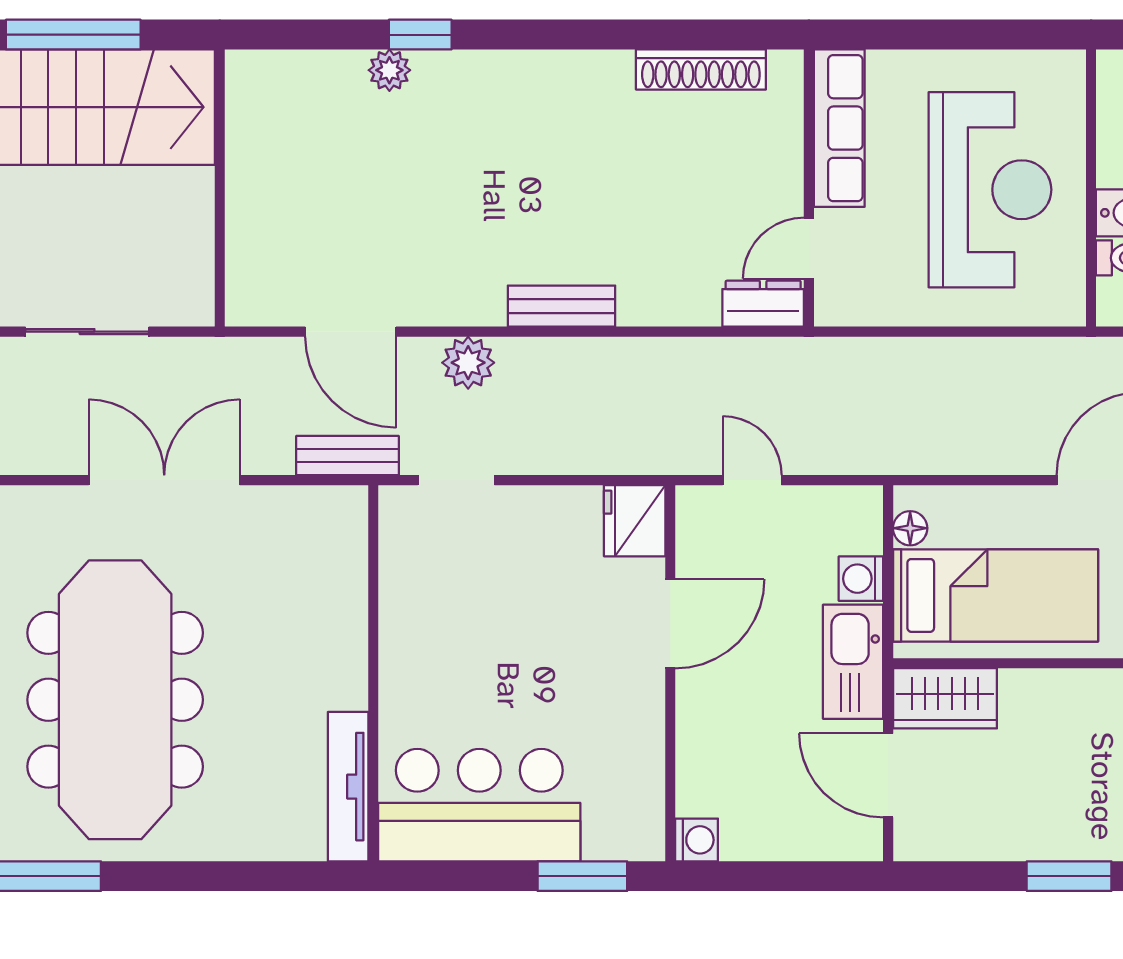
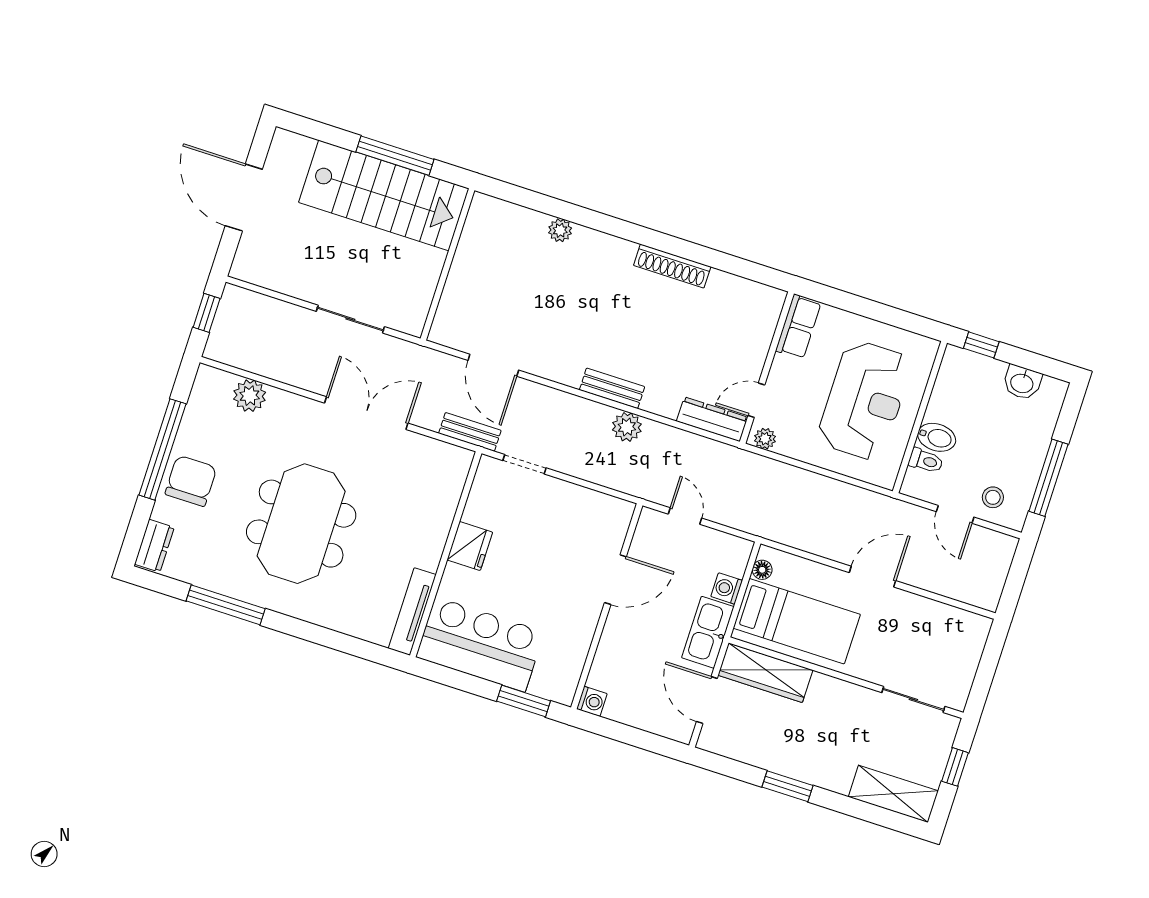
window: (420, 35) -> (583, 216), removed
shoe rack: (701, 69) -> (672, 266), moved
row of seats: (839, 128) -> (798, 327), width x0.68
dresser: (763, 304) -> (712, 419), width x1.44
plant: (844, 308) -> (765, 439), added
plant: (468, 363) -> (627, 427), moved
fridge: (635, 521) -> (470, 546), moved, turned 180
wardrobe: (945, 698) -> (765, 673), width x1.50
meeting table: (115, 700) -> (301, 524), width x0.73

